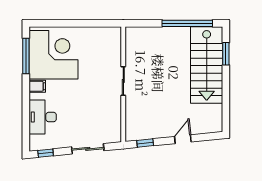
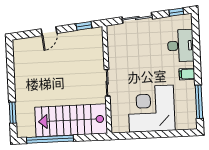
corner desk: (54, 55) -> (151, 109), moved, turned 90
stairs: (207, 65) -> (71, 120), moved, turned -90

